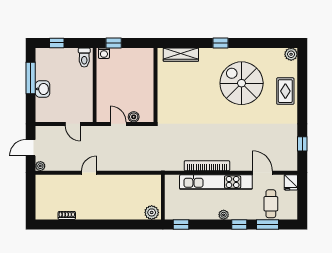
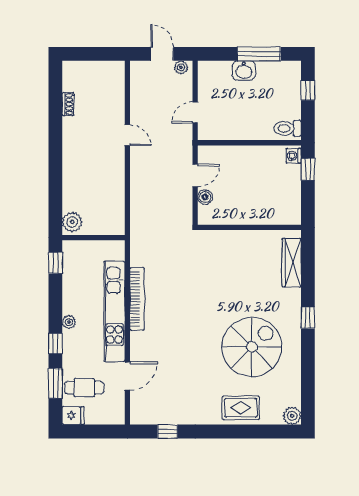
plant: (40, 166) -> (181, 67), moved
fridge: (291, 182) -> (73, 416), moved, turned 180

